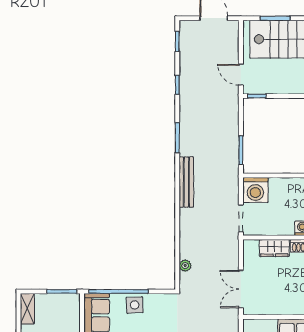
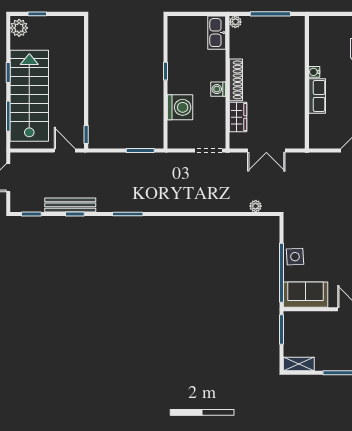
door: (241, 75) -> (65, 150), swing flipped
bench: (186, 182) -> (70, 205), moved
washing machine: (255, 190) -> (180, 107), moved
double door: (241, 289) -> (266, 150), moved

